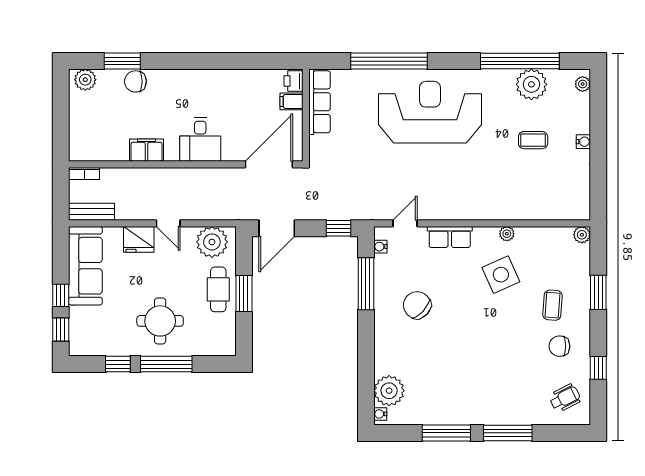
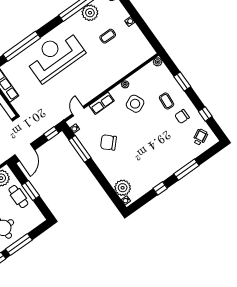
window: (446, 433) -> (160, 188), width x0.46

